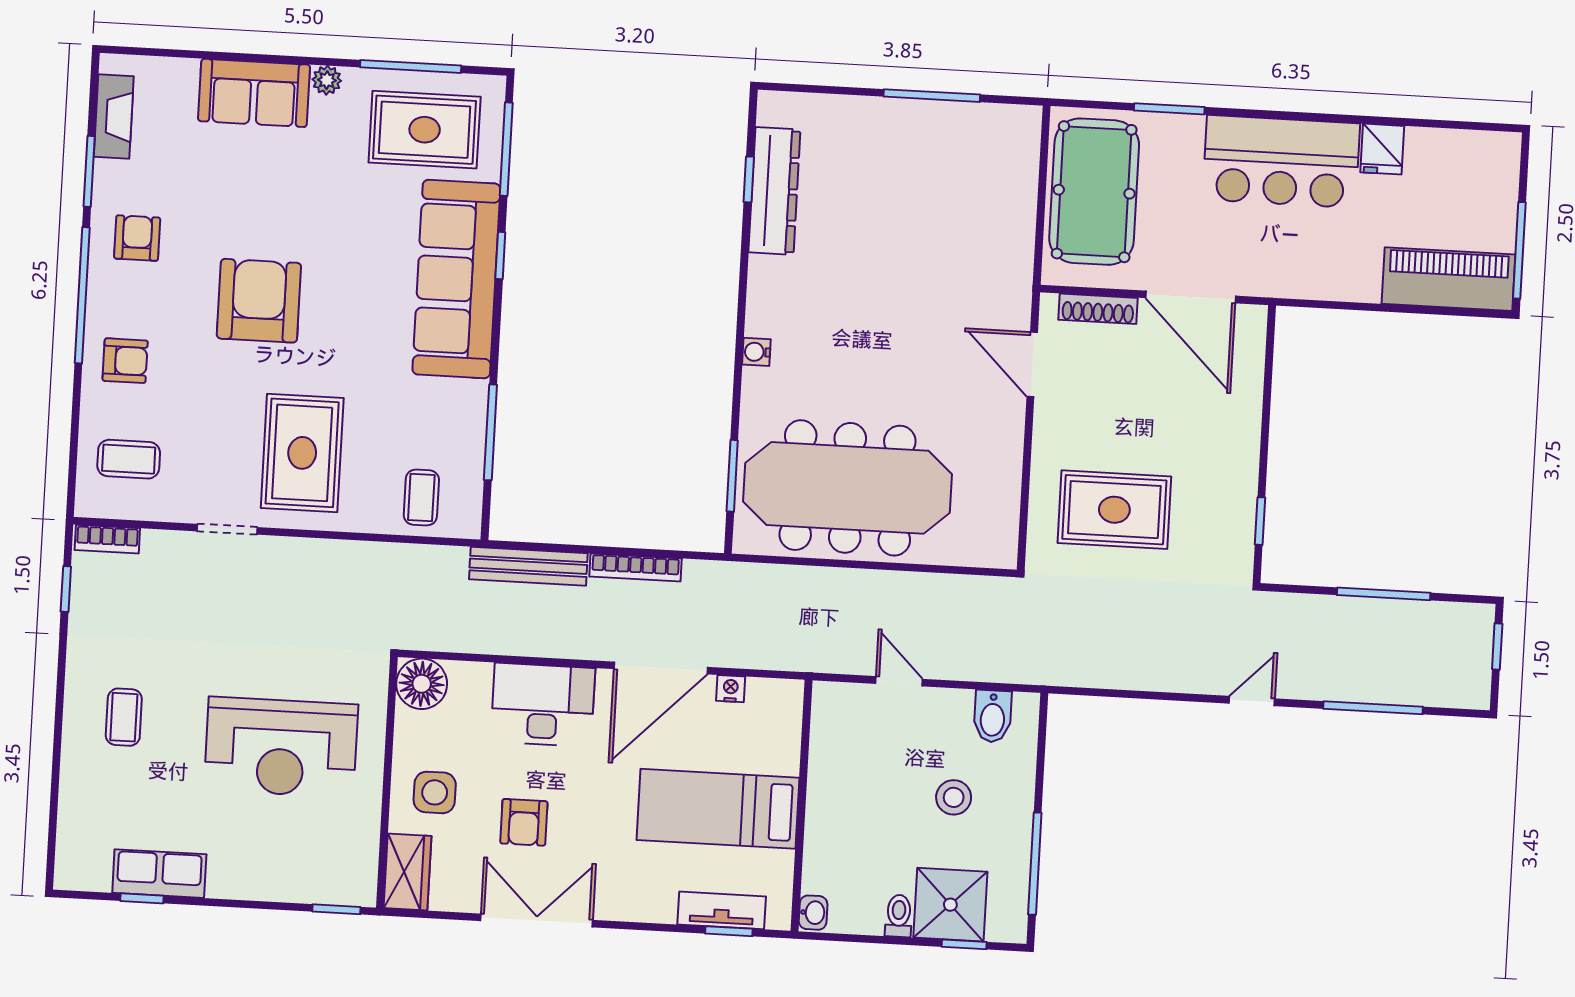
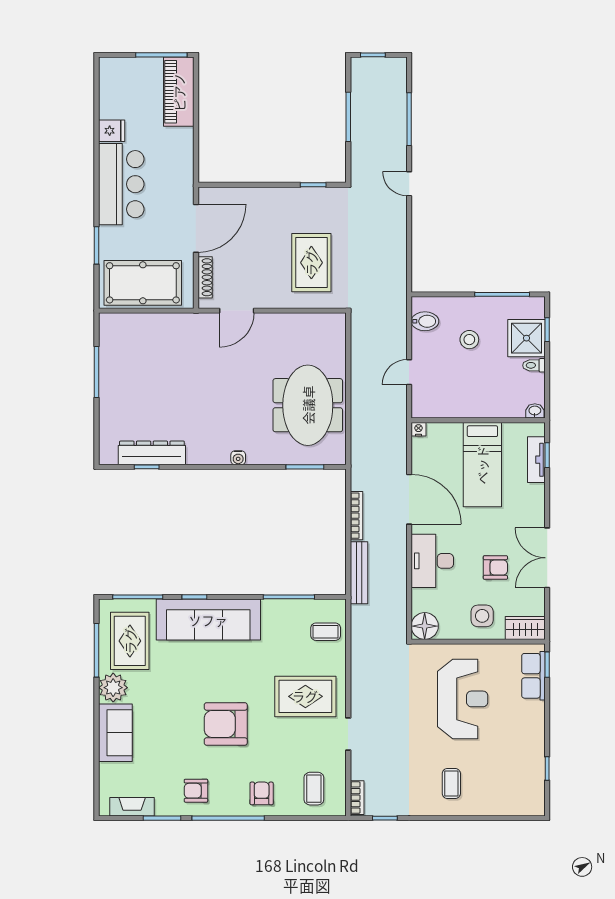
plant: (327, 80) -> (113, 688), width x1.88, depth x1.88
meeting table: (848, 488) -> (308, 405), width x0.73
nightstand: (731, 689) -> (418, 429), moved, turned 90
coffee table: (124, 717) -> (451, 784), turned 90
row of seats: (159, 874) -> (533, 676), moved

